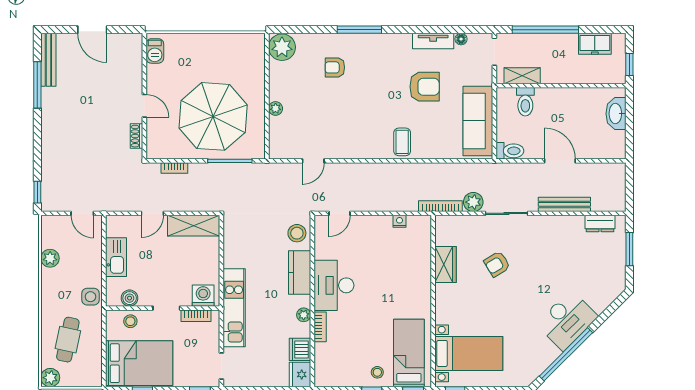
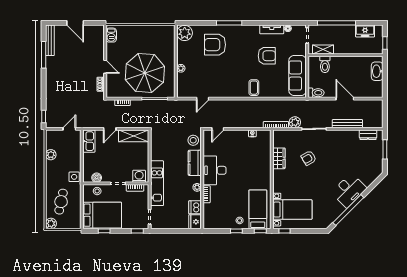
armchair: (335, 67) -> (215, 45), width x1.88, depth x1.88
door: (82, 213) -> (69, 129), swing flipped
kitchen sink: (116, 257) -> (89, 141), moved

